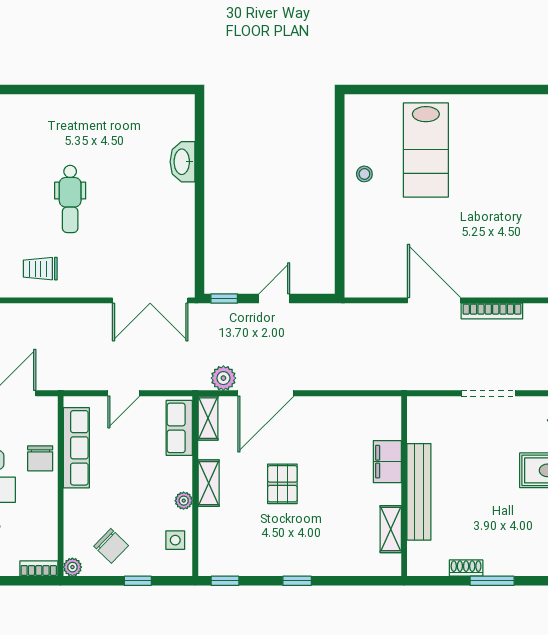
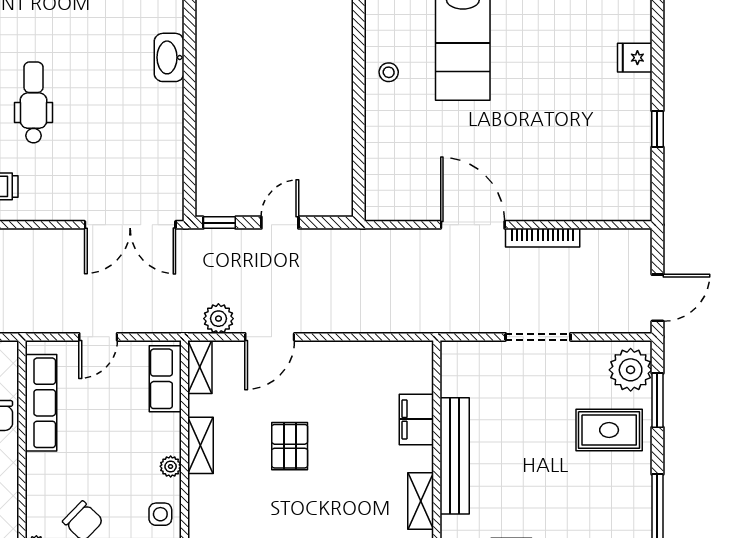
dental chair: (70, 199) -> (33, 102), turned 180
door: (266, 393) -> (270, 337), width x0.73

